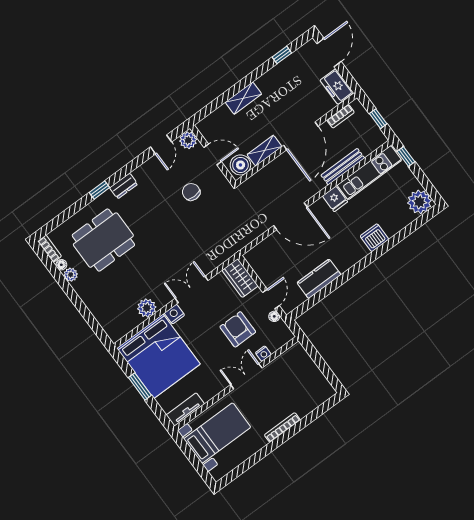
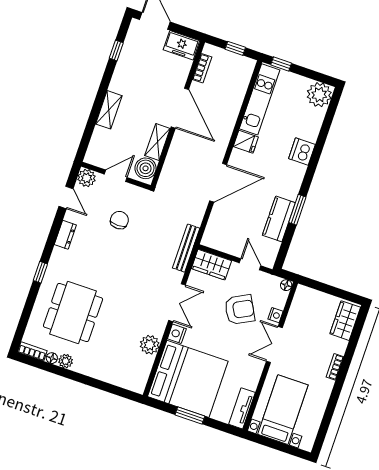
bench: (343, 167) -> (186, 248), moved
dresser: (124, 186) -> (65, 235), moved
chair: (191, 192) -> (119, 220), turned 90
window: (339, 282) -> (297, 210), added
double door: (192, 289) -> (177, 303), swing flipped
floor lamp: (274, 316) -> (286, 285), moved
armchair: (238, 329) -> (240, 310), turned 152
wardrobe: (316, 396) -> (345, 321), added
bookcase: (282, 427) -> (335, 367), width x0.64

